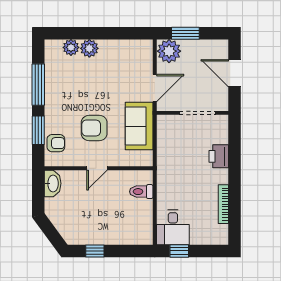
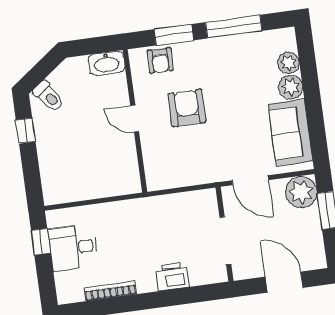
door: (234, 73) -> (284, 282), hinge flipped
sofa: (139, 126) -> (291, 133), moved, turned -90
toilet: (141, 192) -> (49, 96), moved, turned 144
desk: (173, 227) -> (73, 247), moved

